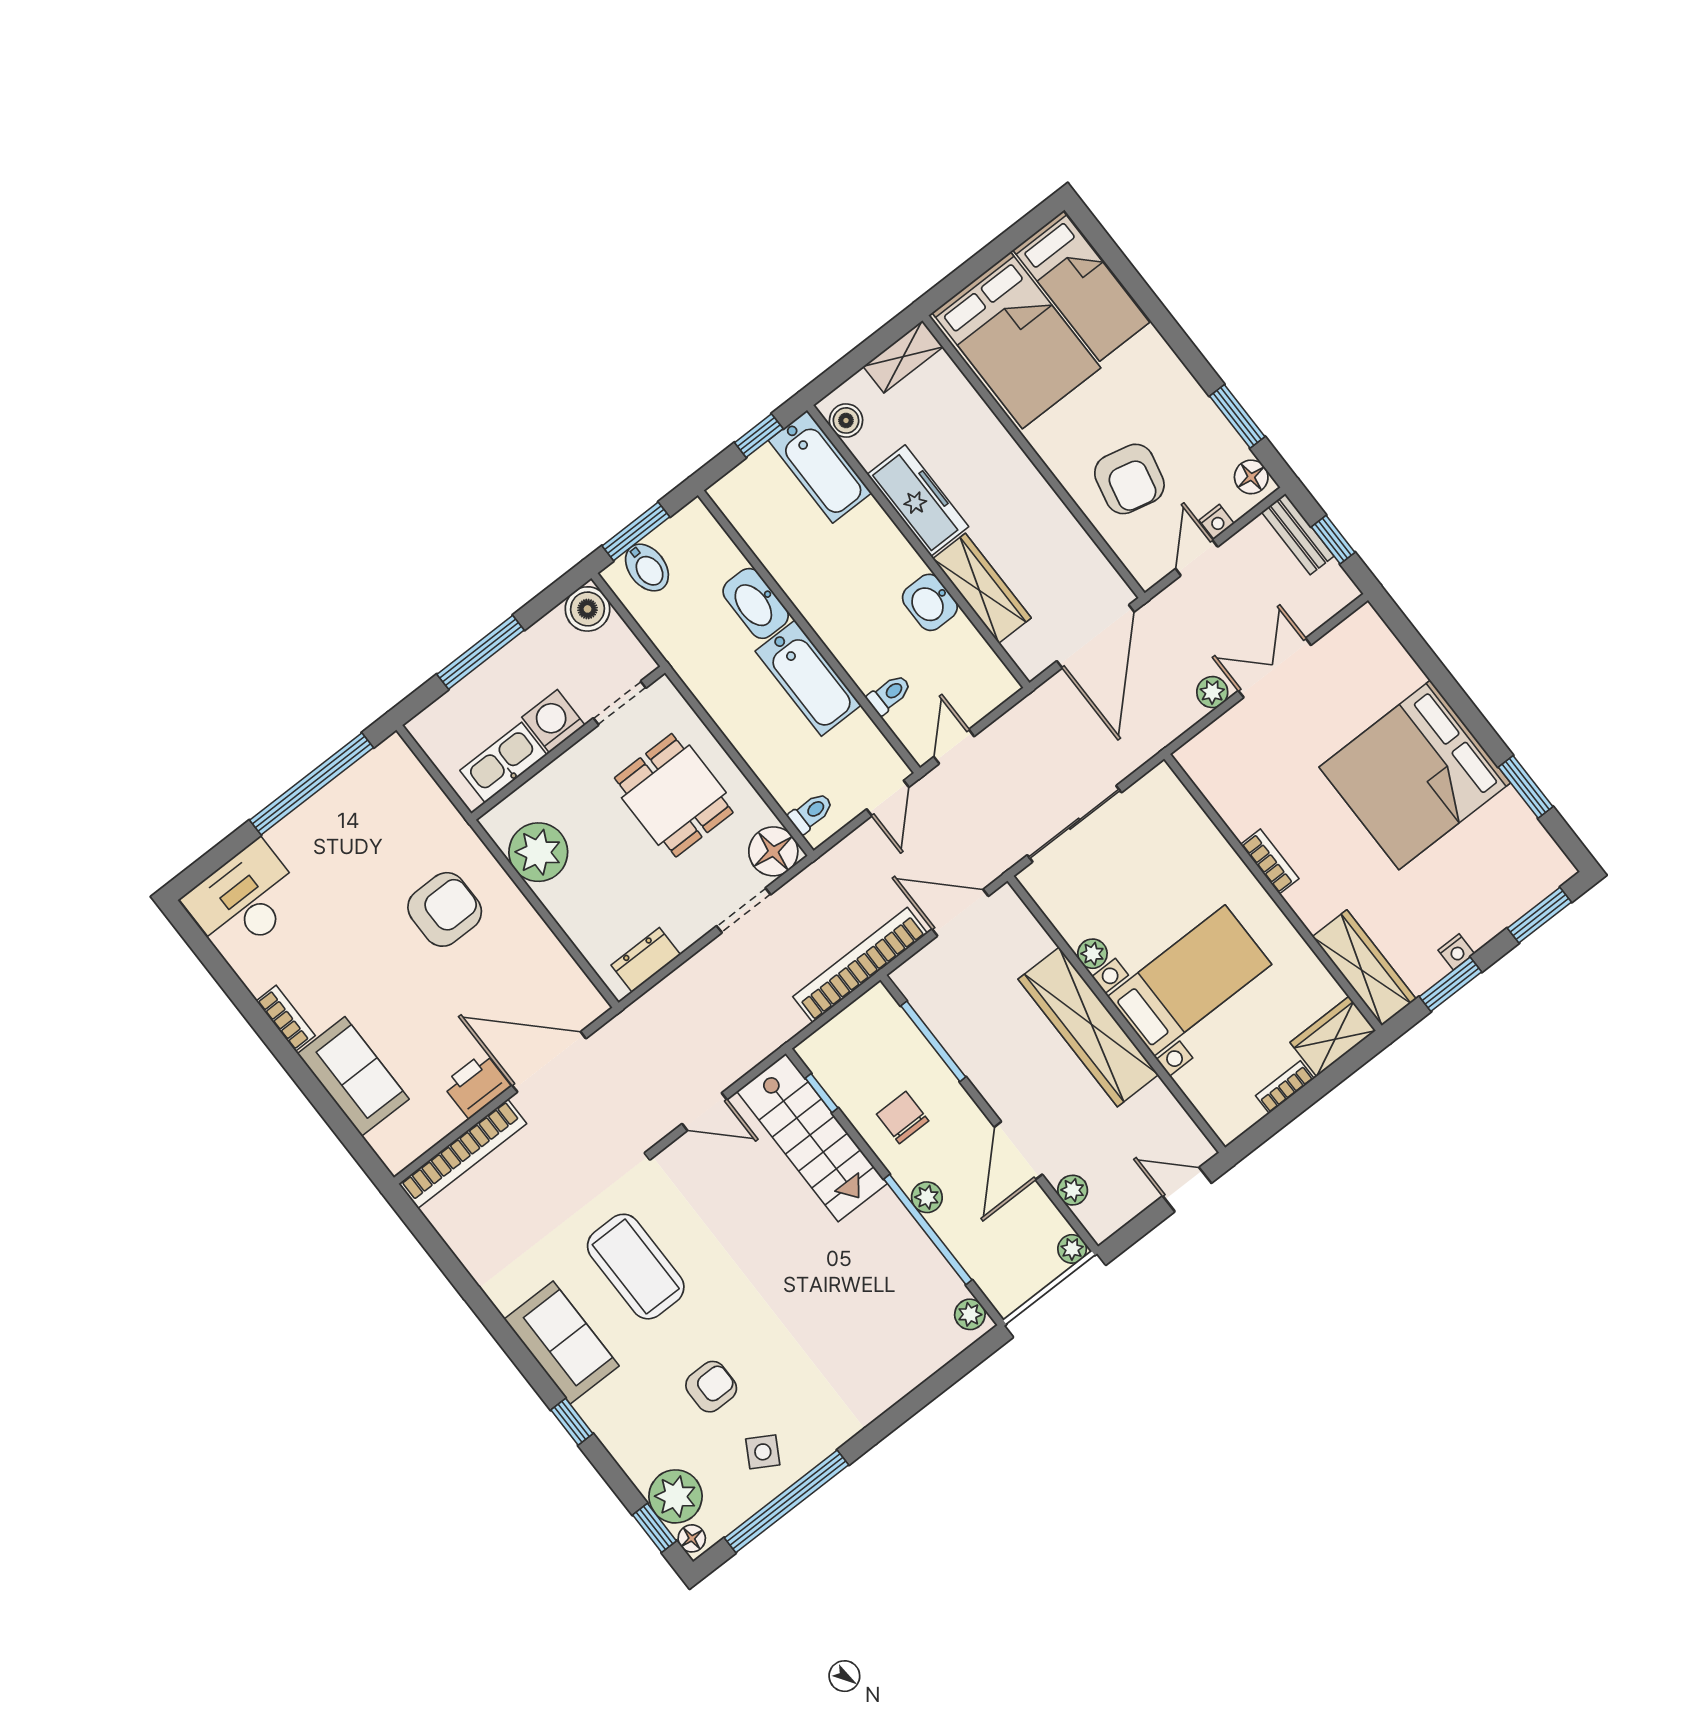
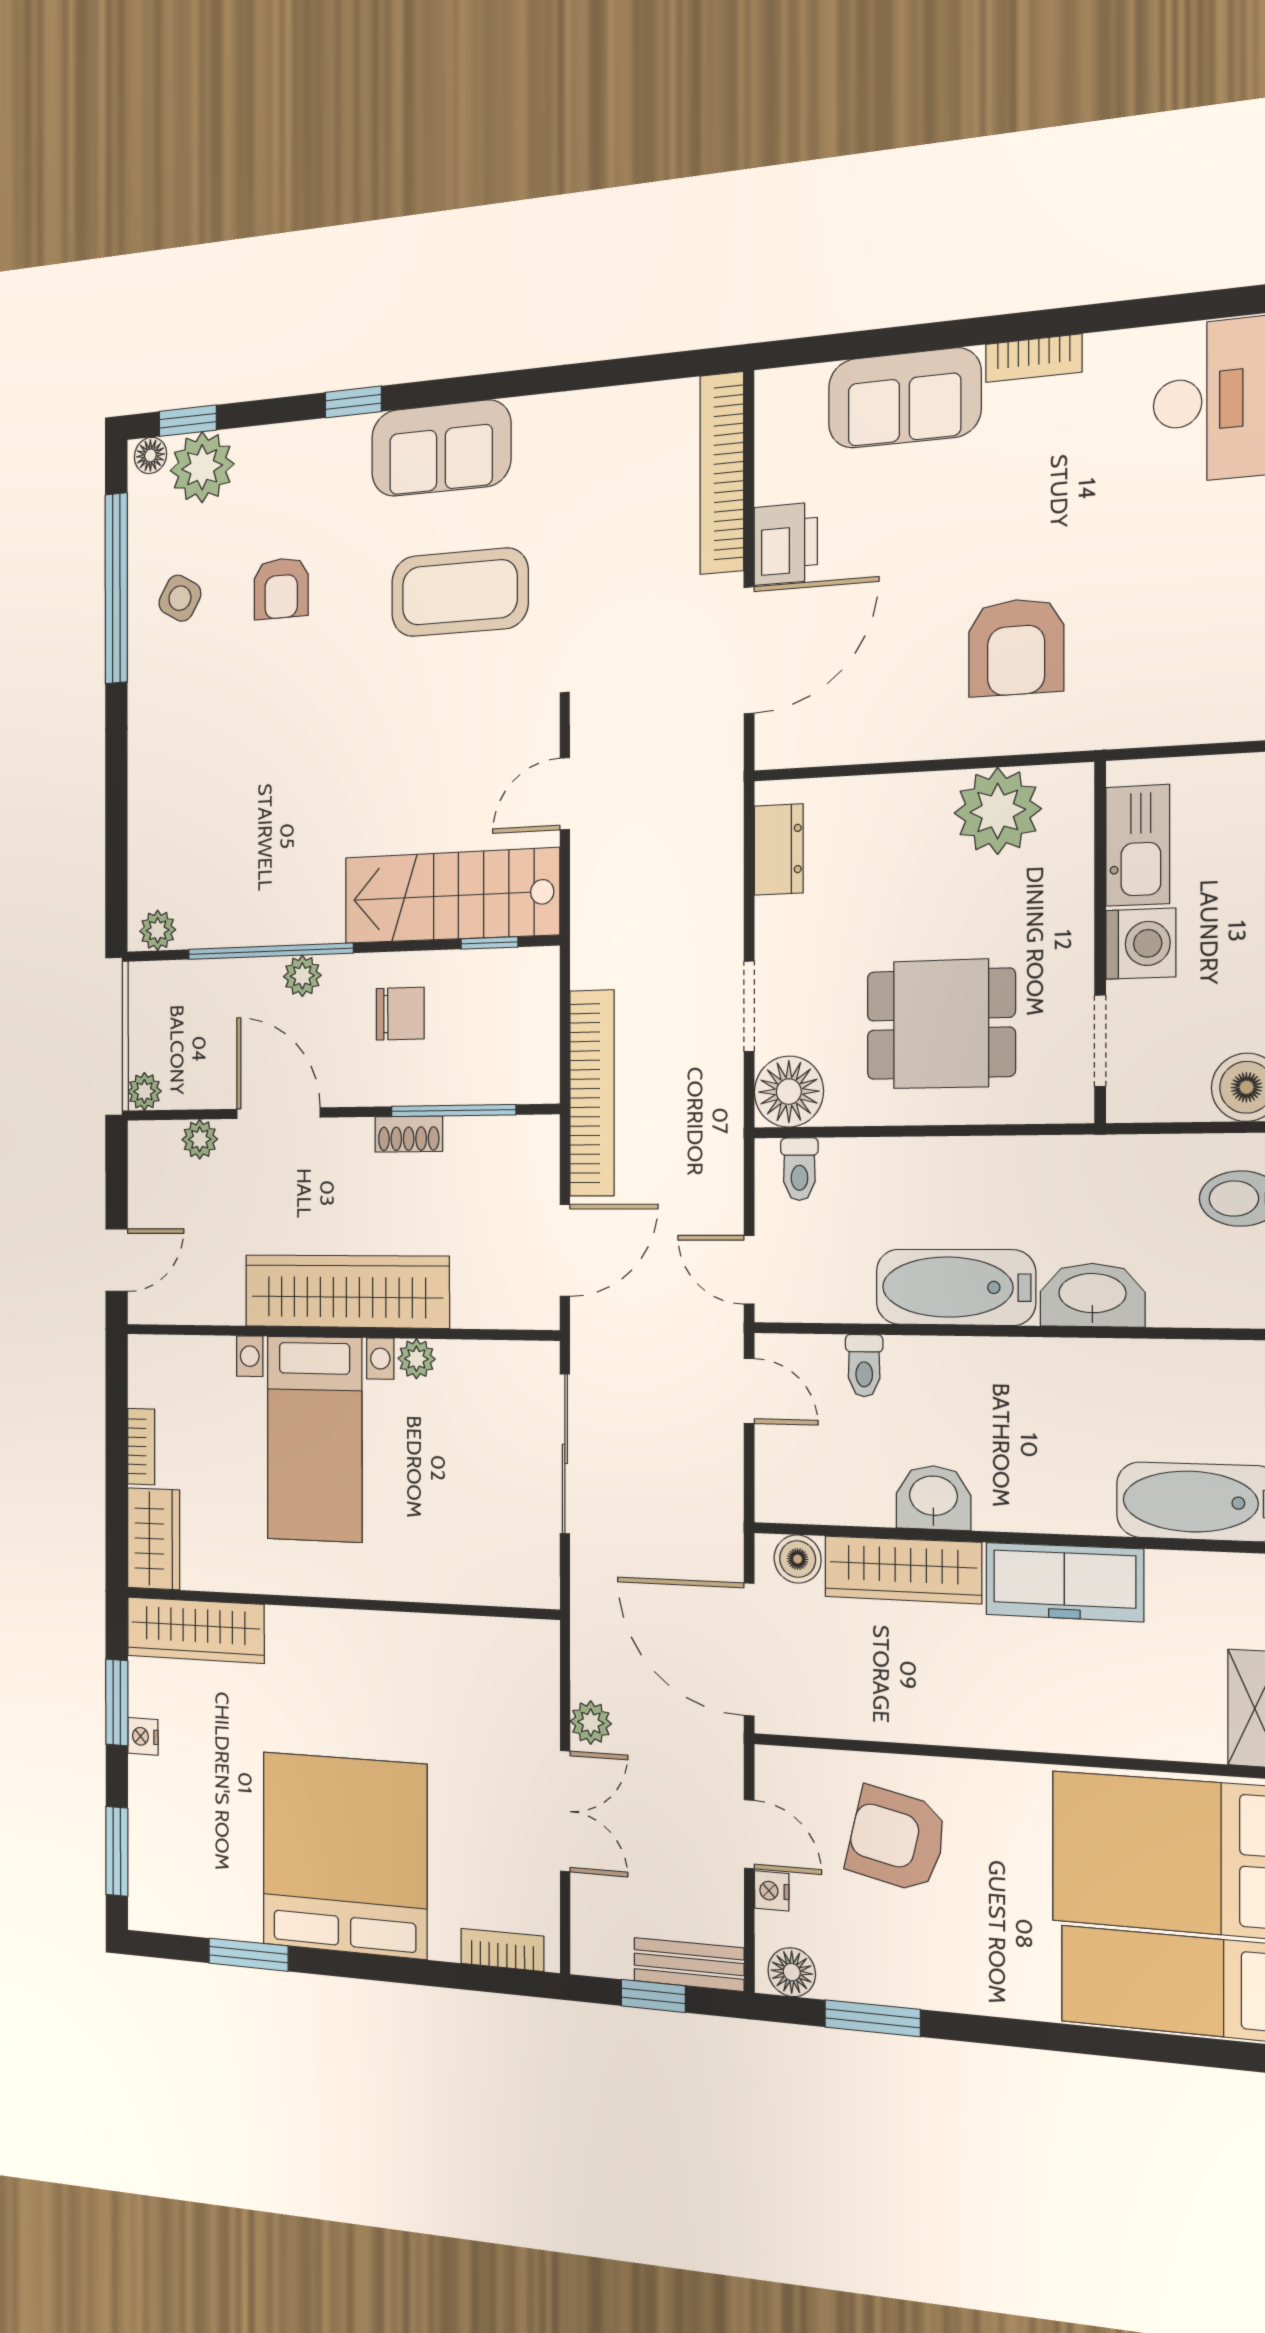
boiler: (846, 420) -> (798, 1559), moved
bookcase: (1270, 862) -> (502, 1950), moved, turned 180
shoe rack: (968, 1059) -> (409, 1134), added

